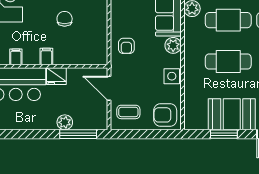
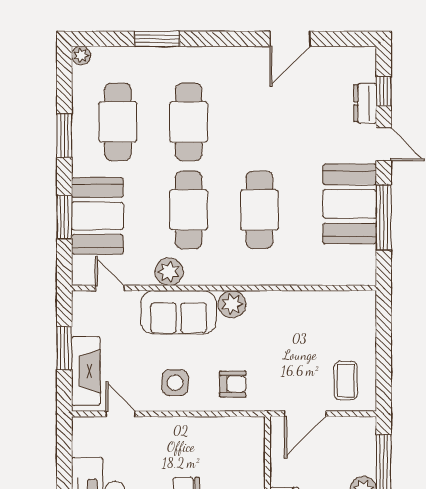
side table: (172, 76) -> (175, 383), moved
armchair: (165, 115) -> (351, 318), removed
window: (224, 134) -> (384, 217), width x1.44

